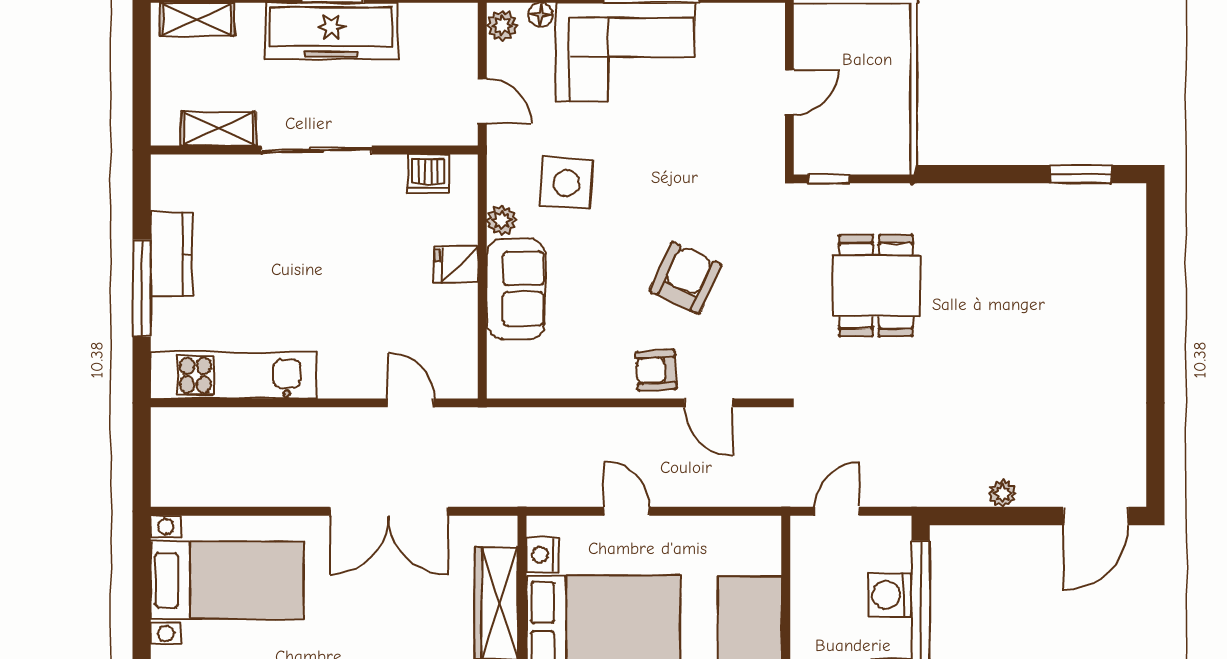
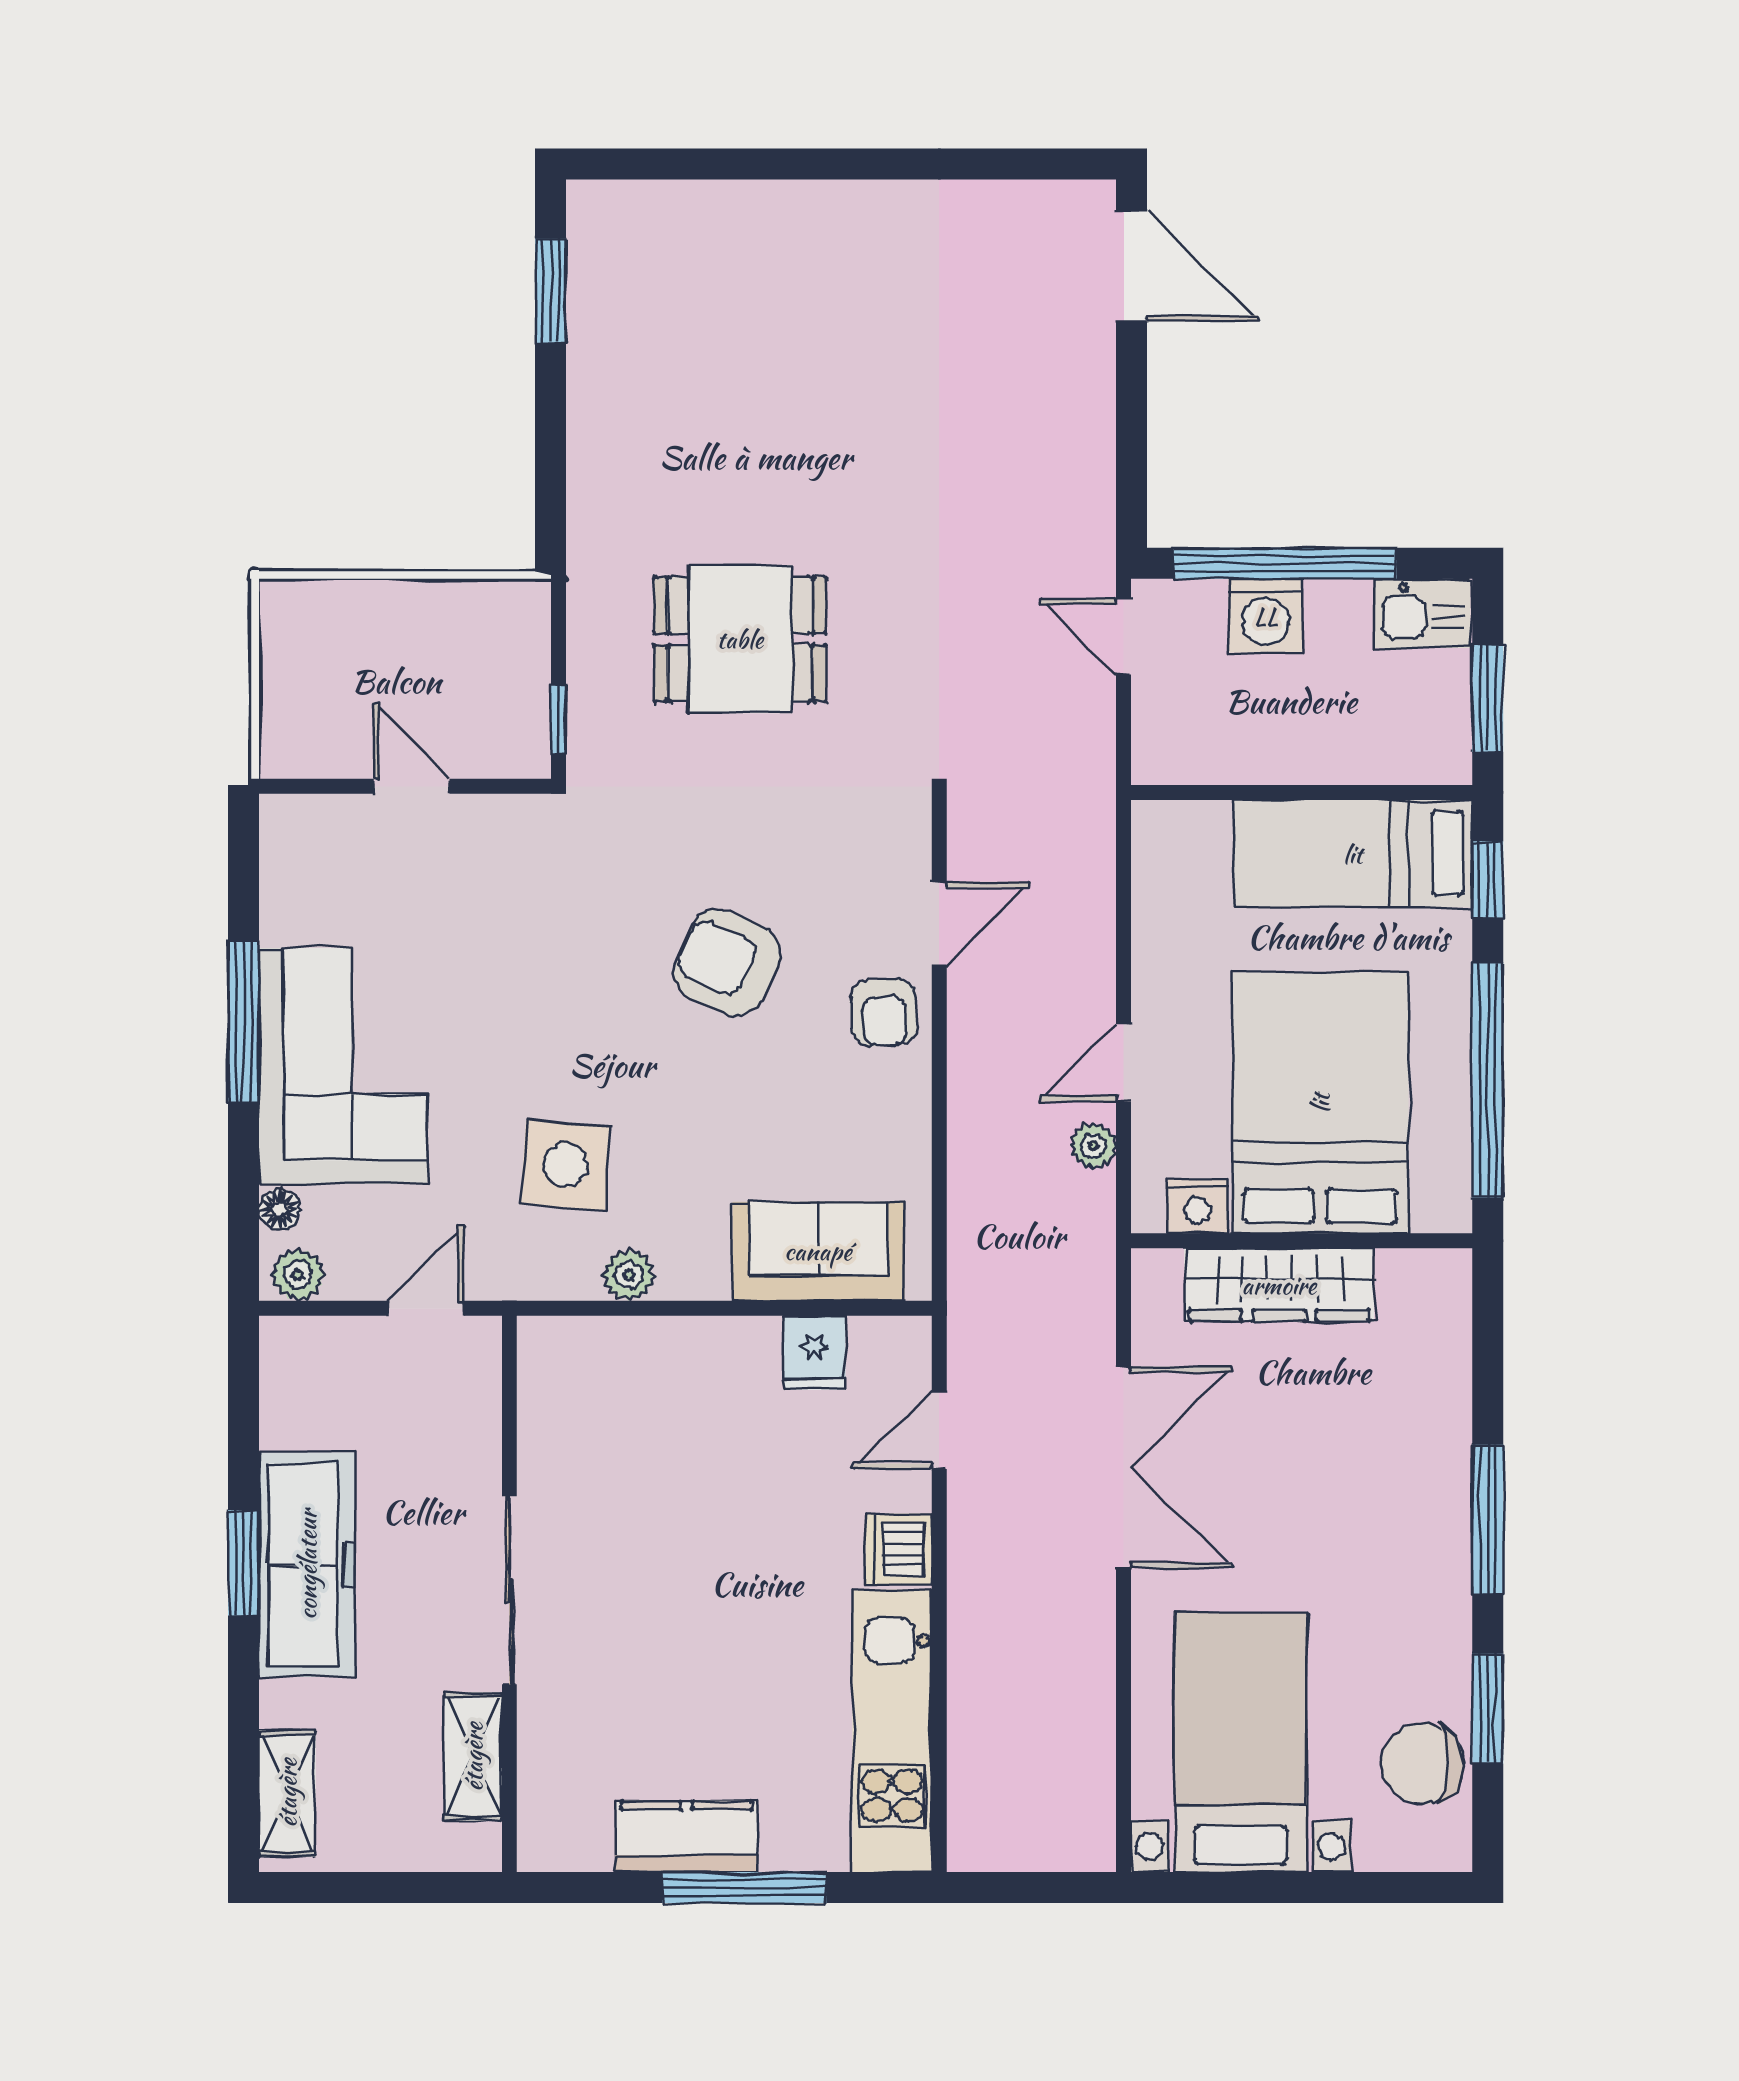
dishwasher: (428, 174) -> (899, 1549), moved, turned 180
fridge: (456, 265) -> (814, 1353), moved
sofa: (516, 289) -> (818, 1251), moved
plant: (1002, 493) -> (1093, 1146), moved
door: (837, 511) -> (1124, 637), moved

